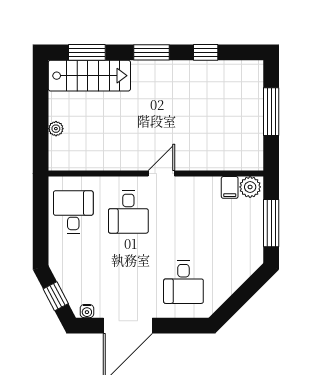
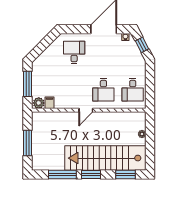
window: (206, 52) -> (62, 175), width x2.17
stairs: (89, 76) -> (105, 158), width x1.86, depth x1.51
desk: (128, 212) -> (103, 90), turned 180

